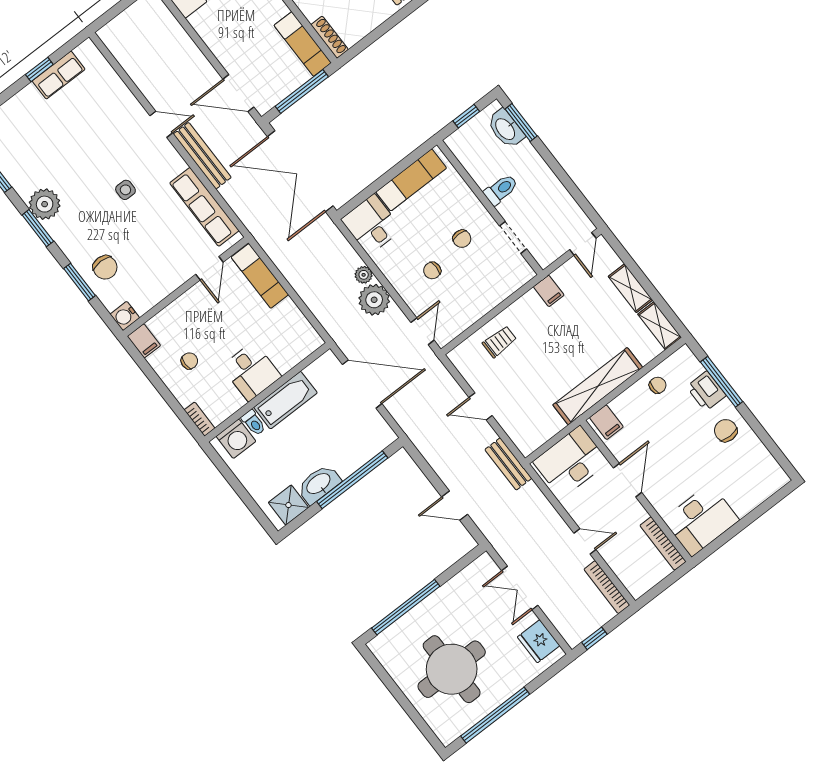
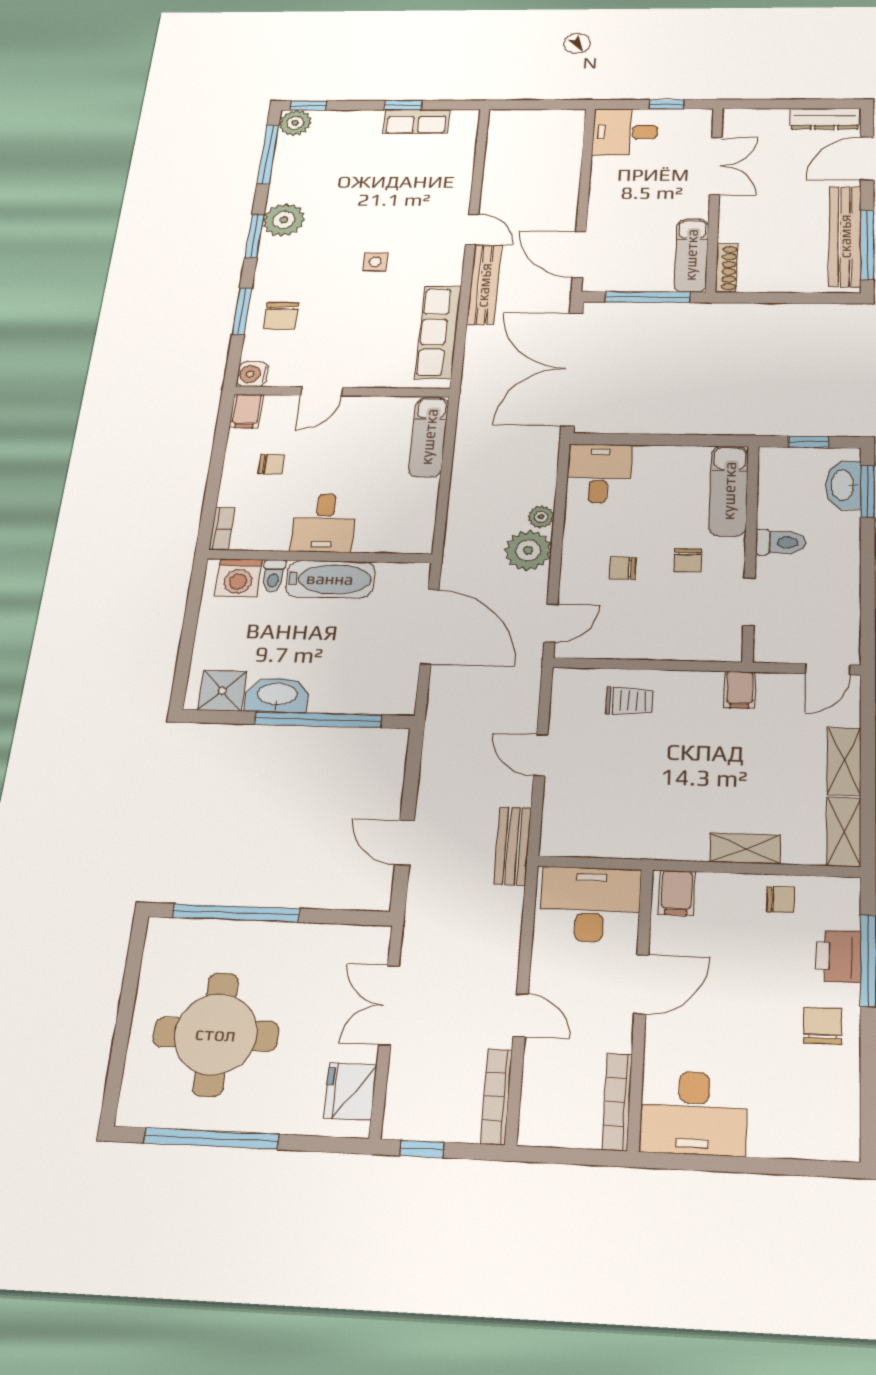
exam couch: (411, 180) -> (729, 491), moved, turned 90
door: (209, 268) -> (321, 391), moved
shelving: (598, 386) -> (745, 848), width x0.45, depth x0.75

